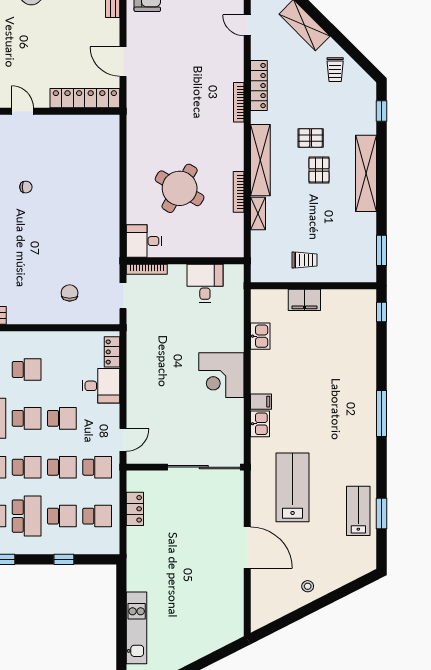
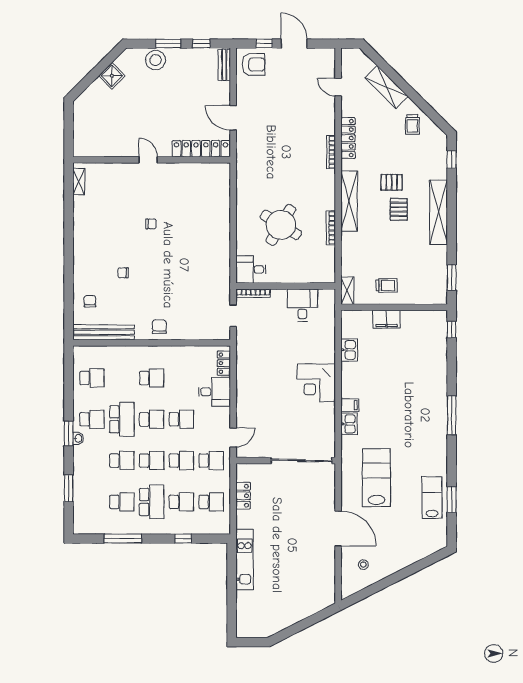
shelving: (258, 214) -> (347, 291), moved
chair: (70, 293) -> (159, 327), moved
stool: (308, 586) -> (363, 565), moved
kitchen unit: (137, 628) -> (245, 560), moved

